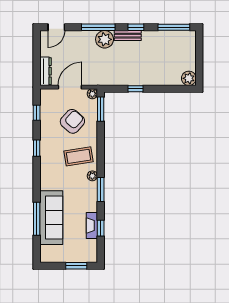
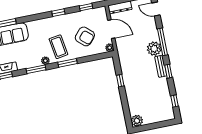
window: (174, 27) -> (174, 101), width x0.46
window: (101, 109) -> (68, 63), moved

